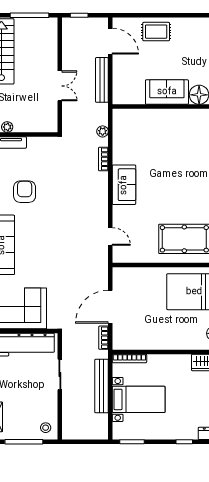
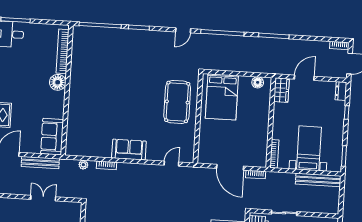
sofa: (167, 92) -> (52, 137), moved
bench: (102, 386) -> (318, 180), moved

